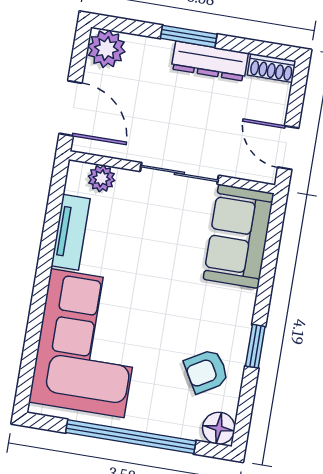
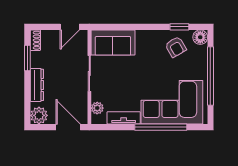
window: (189, 36) -> (27, 58), moved
dresser: (210, 61) -> (37, 85), moved
door: (70, 108) -> (68, 127), hinge flipped
window: (37, 310) -> (161, 127), added
window: (255, 346) -> (179, 27), moved

